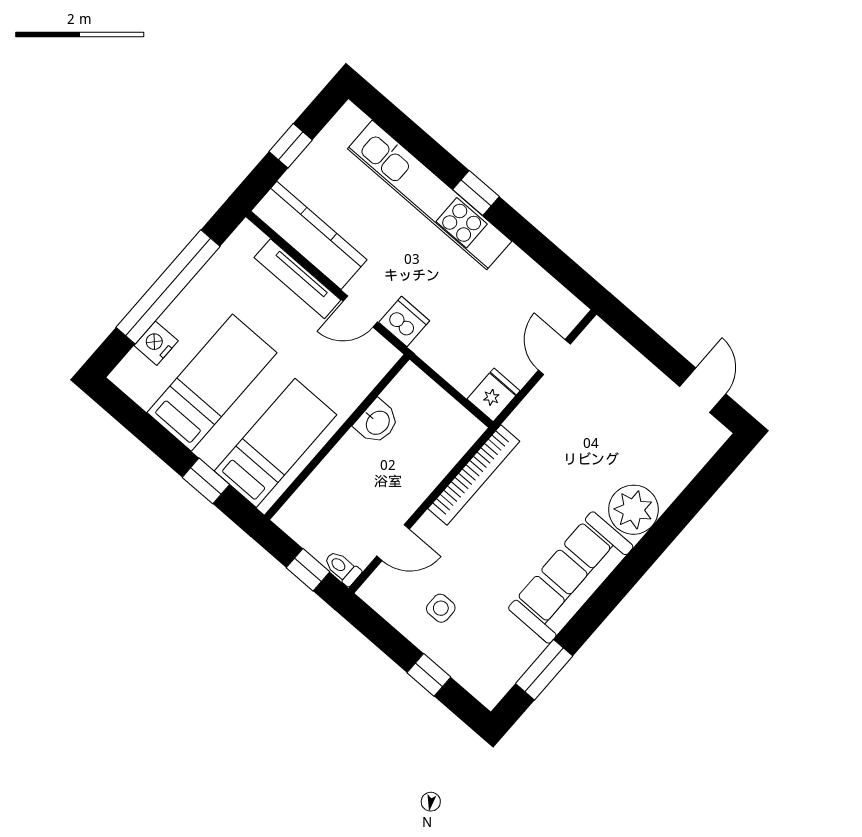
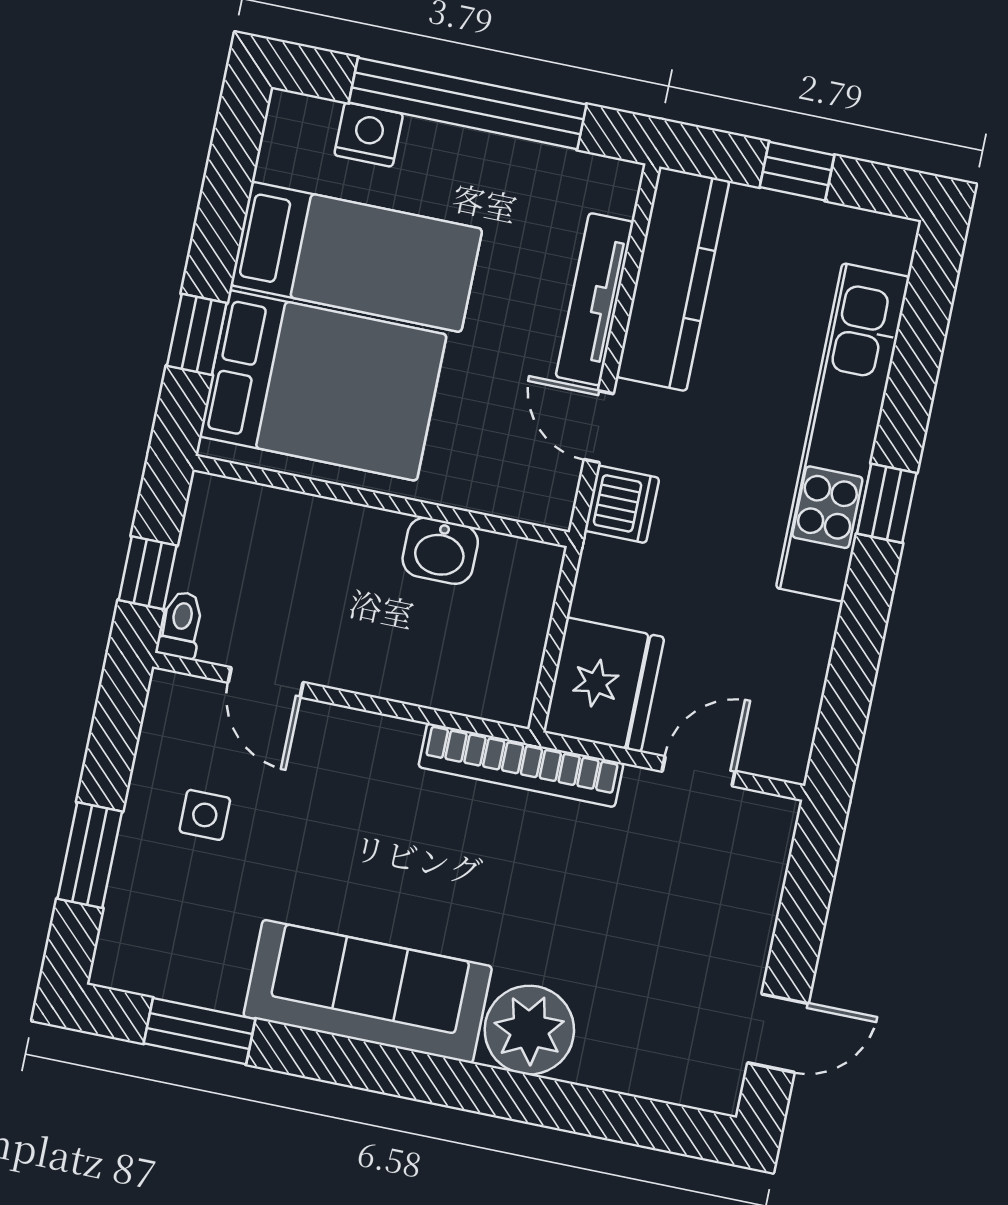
fridge: (494, 395) -> (604, 685), width x1.88, depth x1.34
bed: (276, 443) -> (323, 385), width x1.50
bookcase: (474, 475) -> (521, 765), moved
window: (429, 675) -> (90, 855), width x1.50

